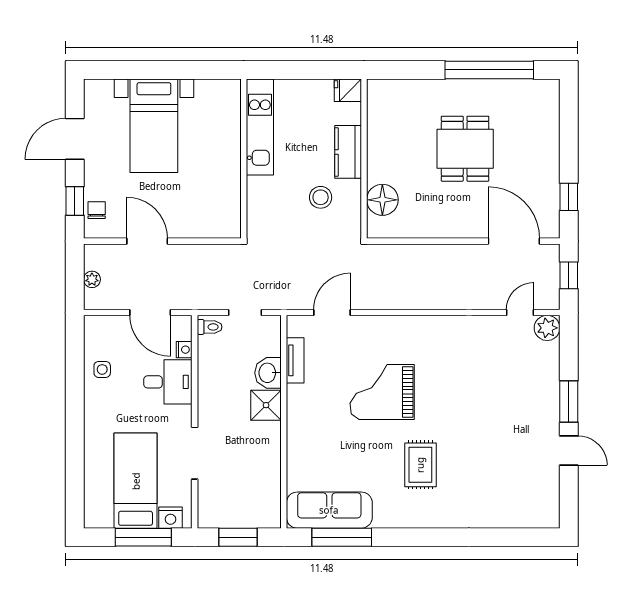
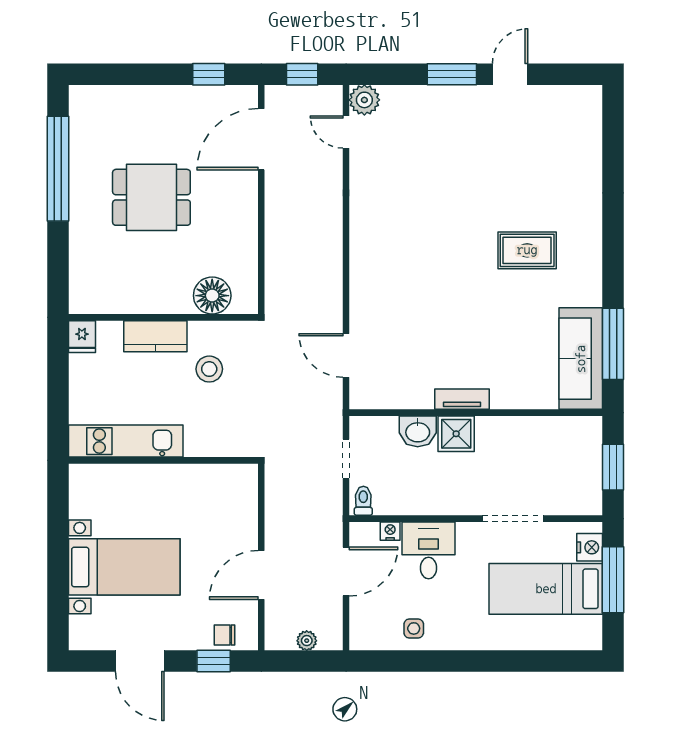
tv unit: (295, 360) -> (462, 399), moved
grand piano: (382, 392) -> (440, 296), removed

